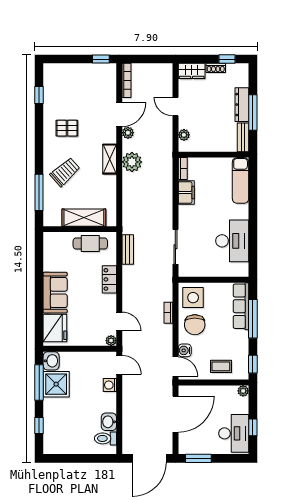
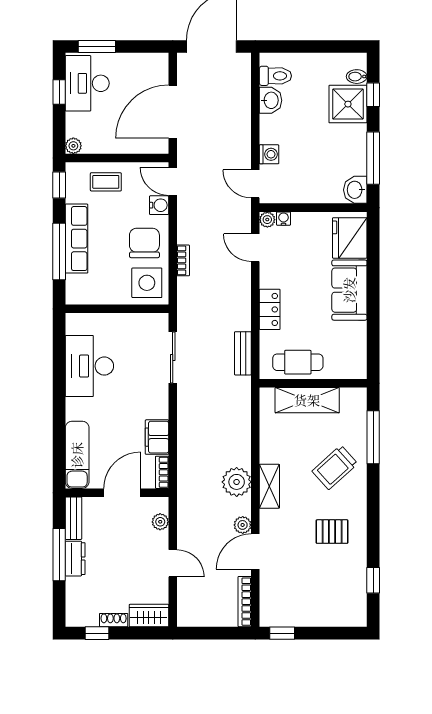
dresser: (242, 105) -> (75, 559), width x0.70
door: (210, 155) -> (122, 493), added
row of seats: (241, 306) -> (76, 239), moved
water cooler: (100, 341) -> (284, 219), added
shower: (56, 384) -> (348, 104), moved
bidet: (50, 438) -> (357, 77), added
window: (198, 458) -> (97, 47), moved

